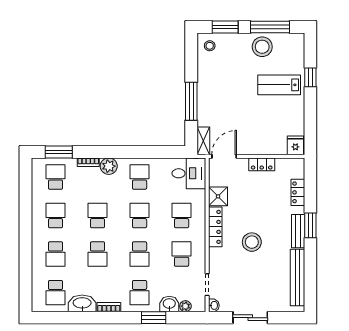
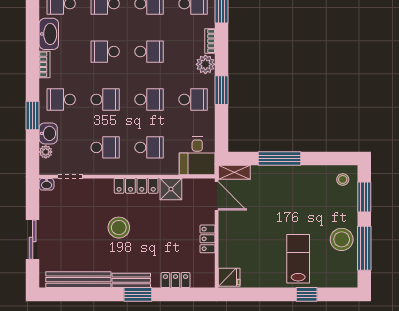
window: (131, 152) -> (222, 90), added
school desk: (140, 254) -> (105, 99), turned 180
sliding door: (250, 318) -> (33, 240), moved

